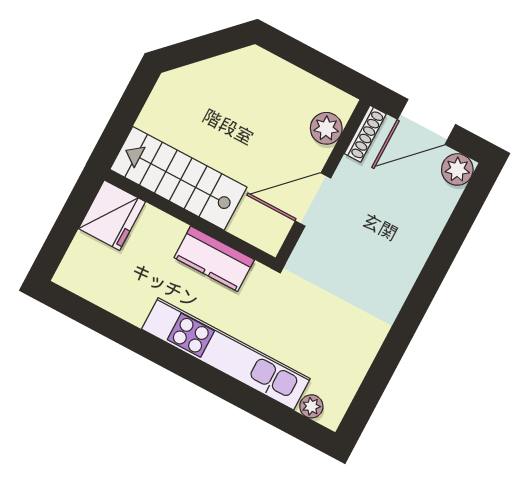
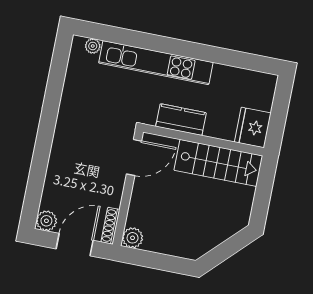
plant: (326, 128) -> (133, 238), moved
door: (313, 200) -> (134, 157), moved

